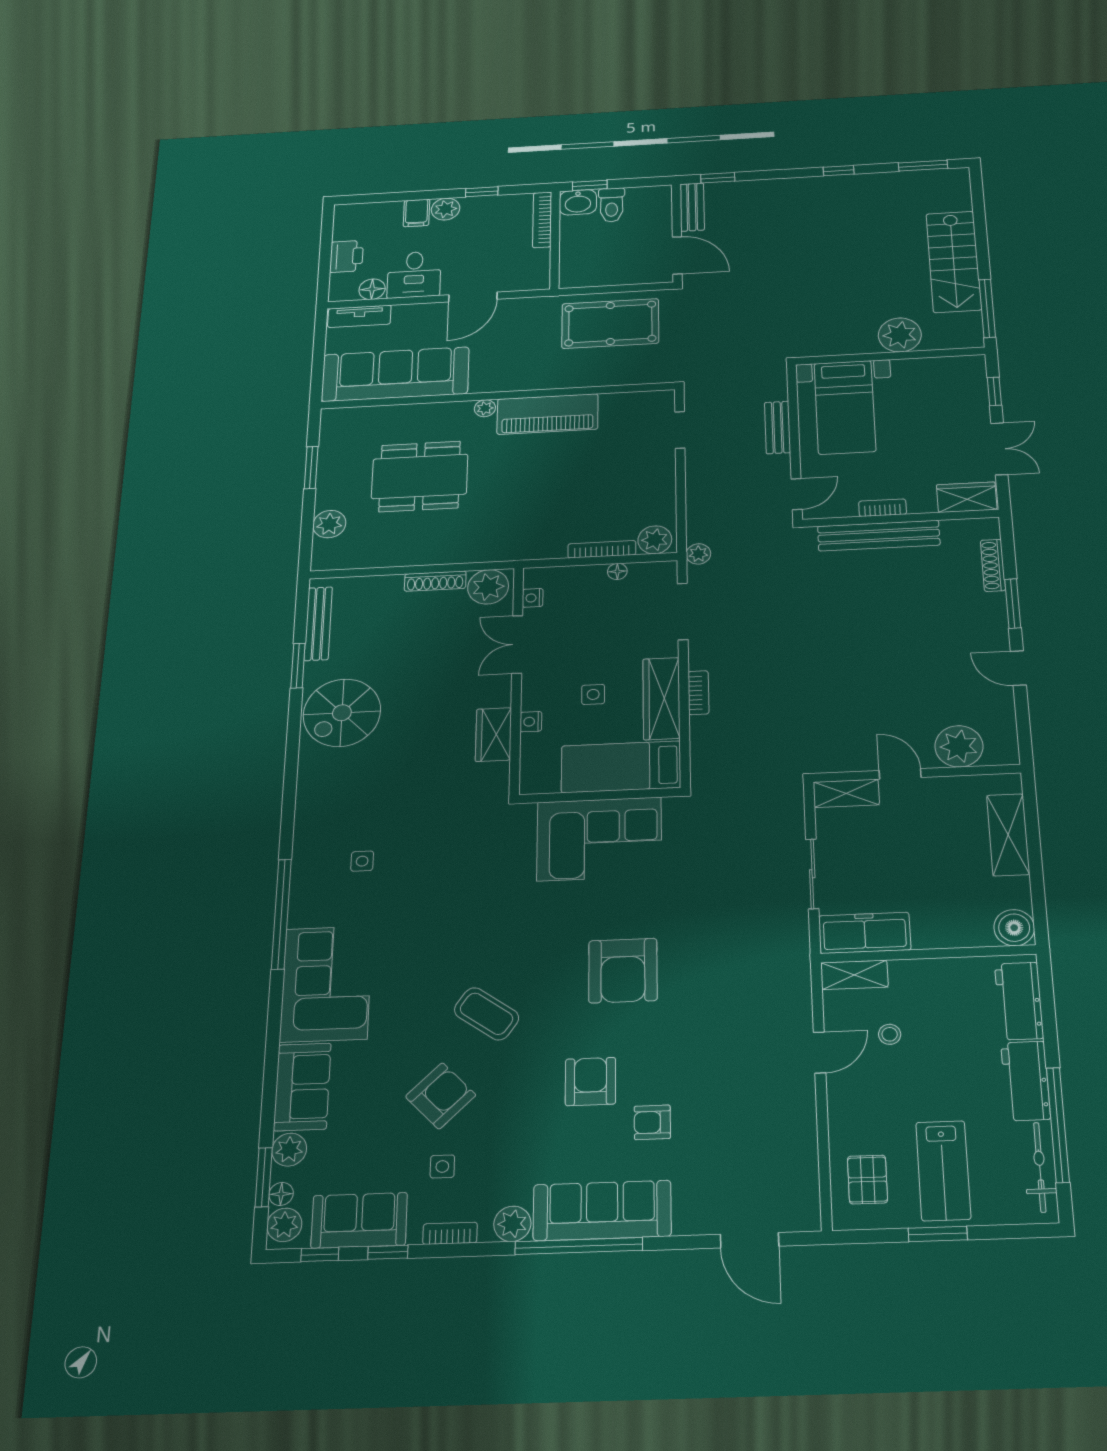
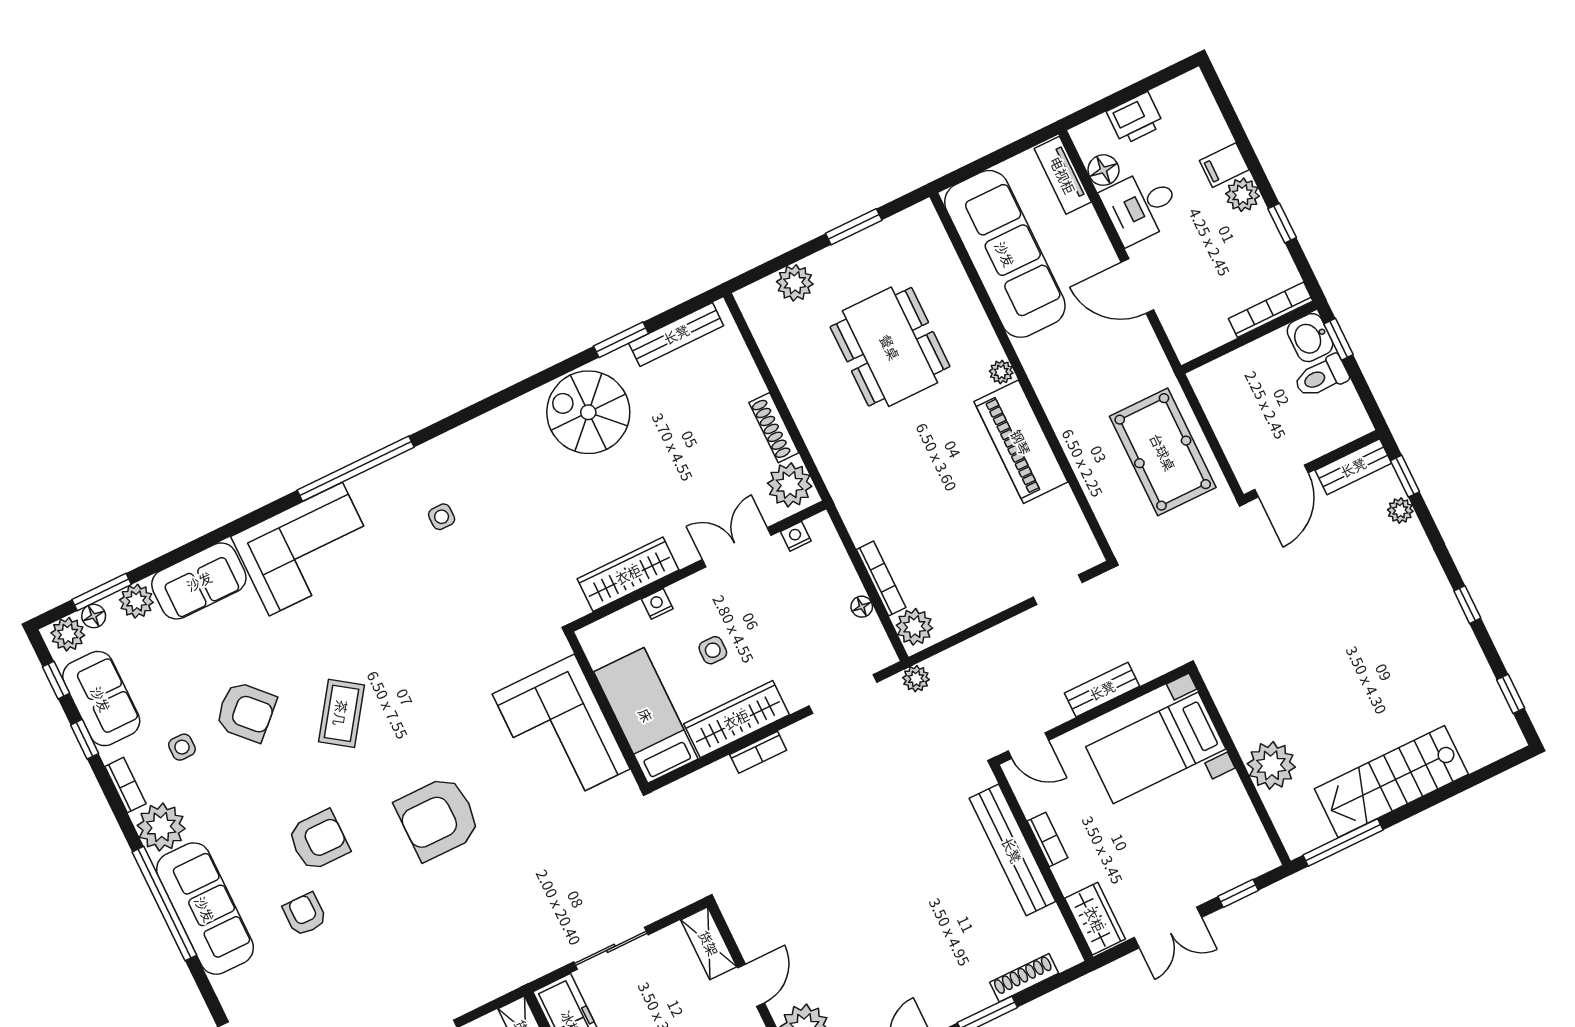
window: (923, 166) -> (1511, 694), width x0.67
plant: (742, 189) -> (1400, 510), added
wardrobe: (493, 735) -> (628, 574), width x1.50
plant: (512, 1224) -> (161, 827), width x1.36, depth x1.36

